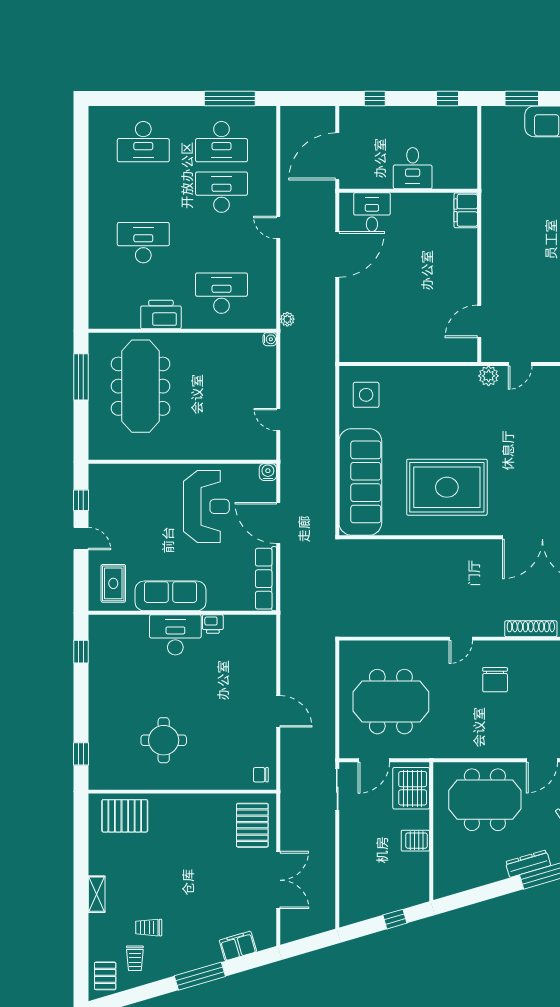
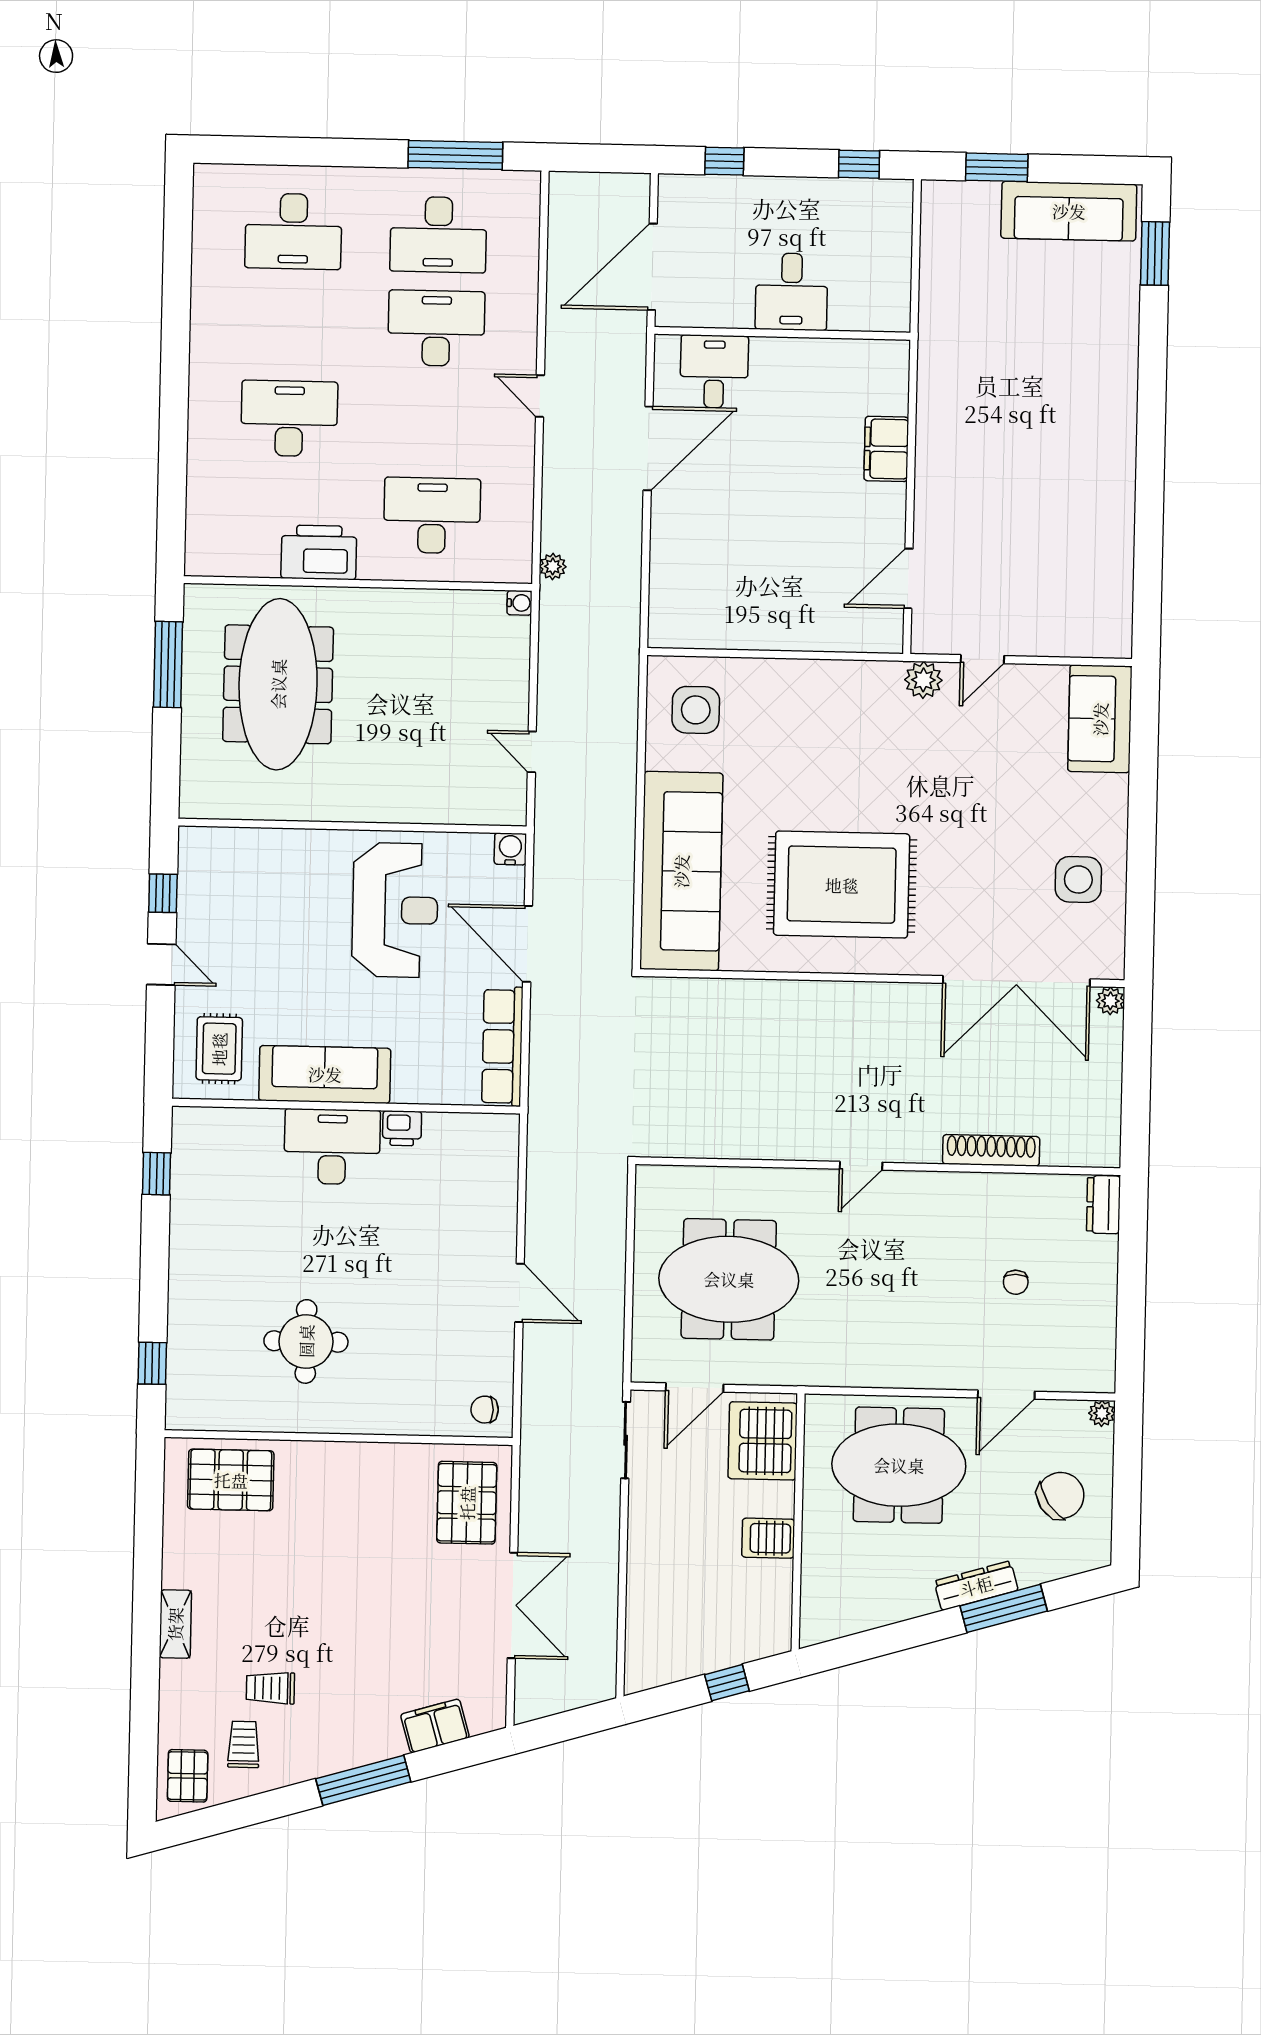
filing cabinet: (466, 210) -> (886, 449), moved
chair: (495, 680) -> (1016, 1282), moved, width x0.54, depth x0.54
trolley: (135, 958) -> (244, 1744), turned 180

